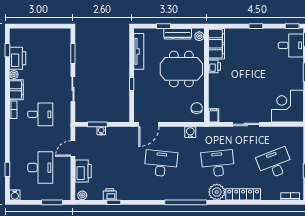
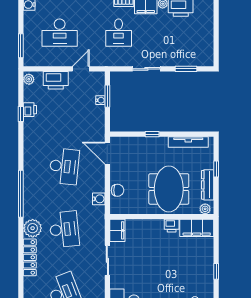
chair: (197, 108) -> (118, 190), moved
filing cabinet: (214, 115) -> (117, 230), width x2.00
door: (73, 148) -> (81, 69), hinge flipped

